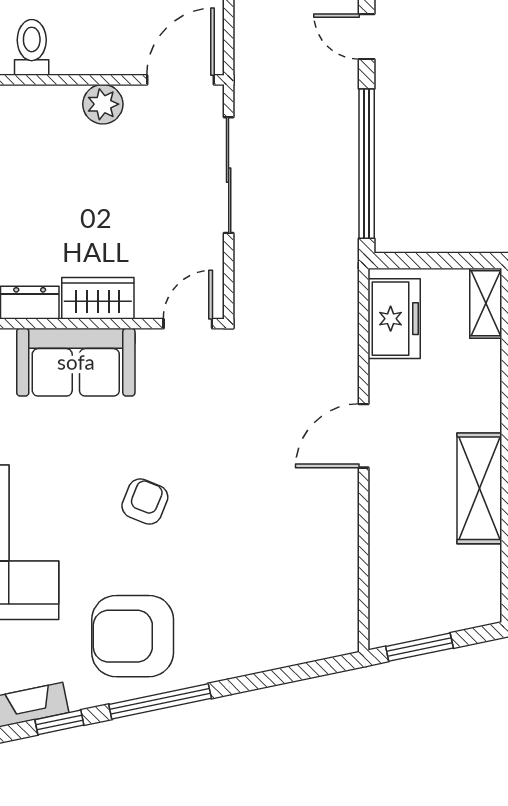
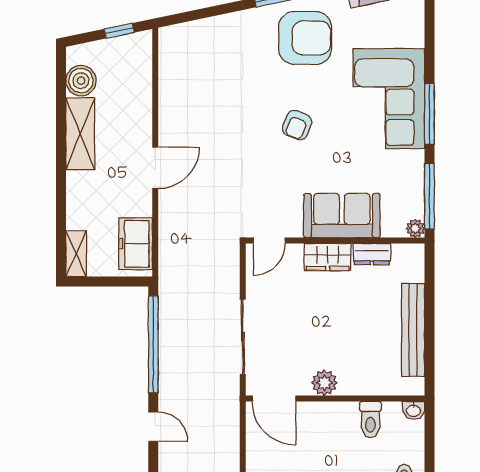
door: (180, 80) -> (274, 399), hinge flipped
boiler: (478, 570) -> (81, 81), added
window: (419, 647) -> (119, 31), width x0.67

